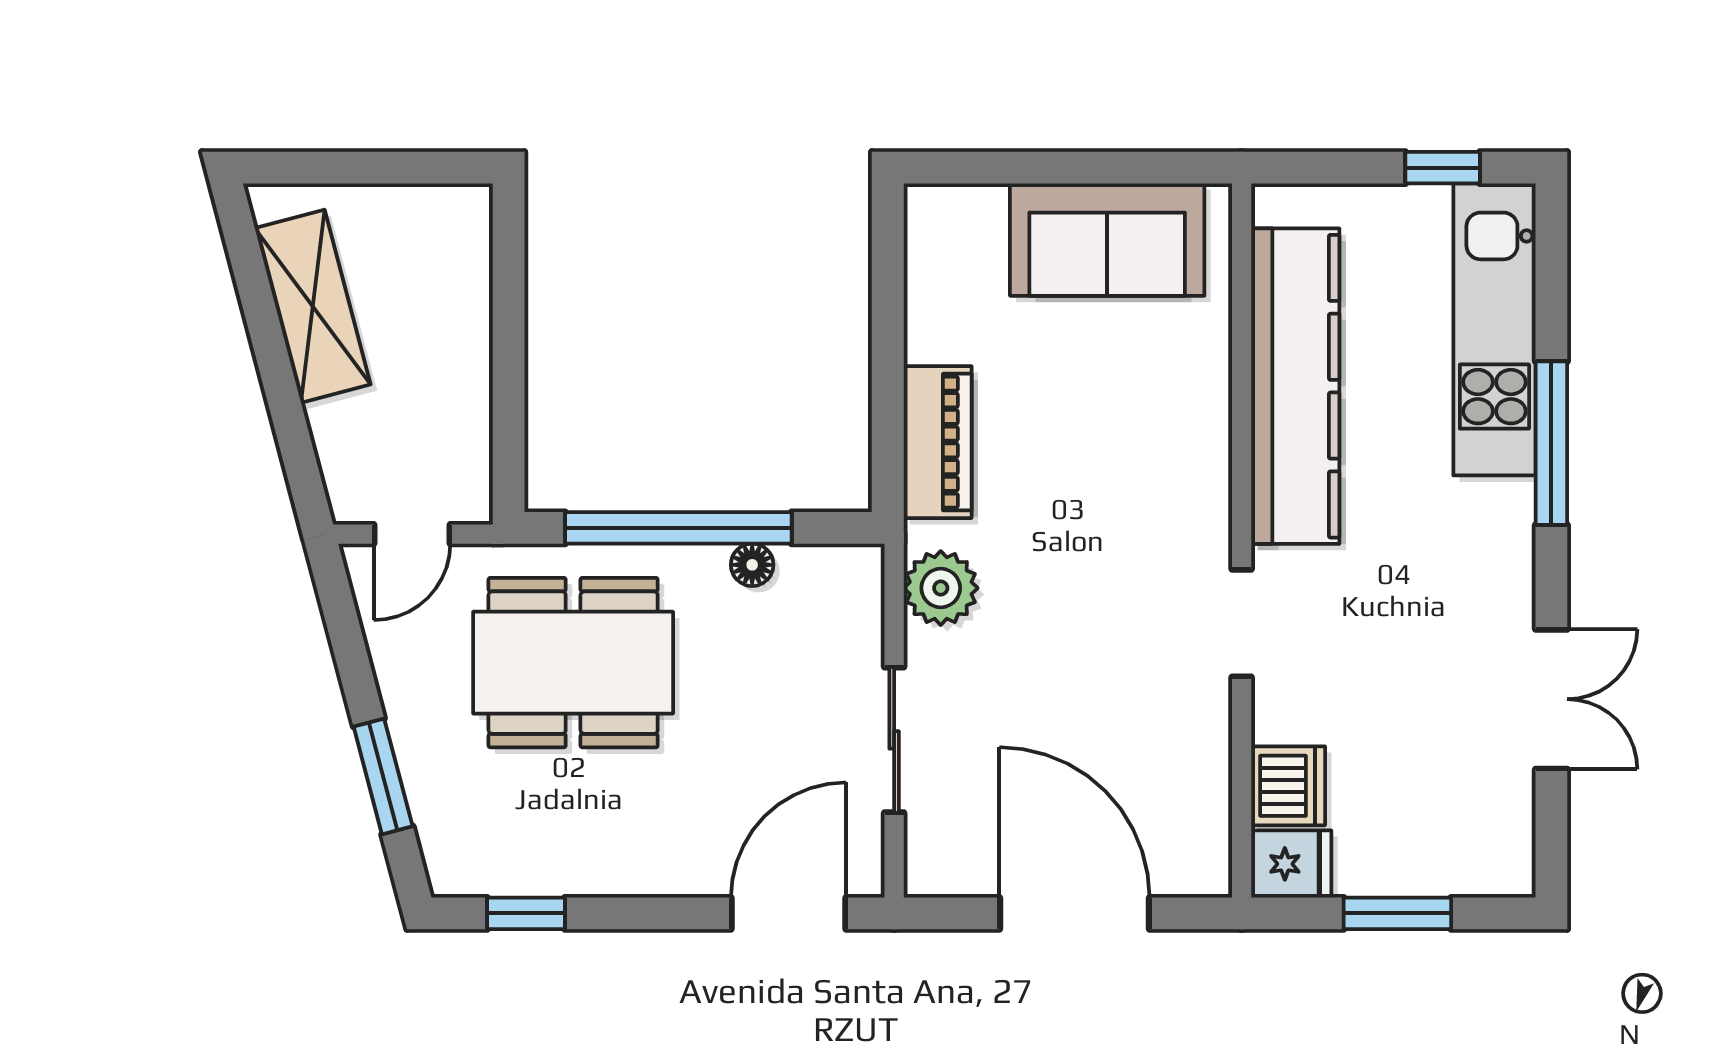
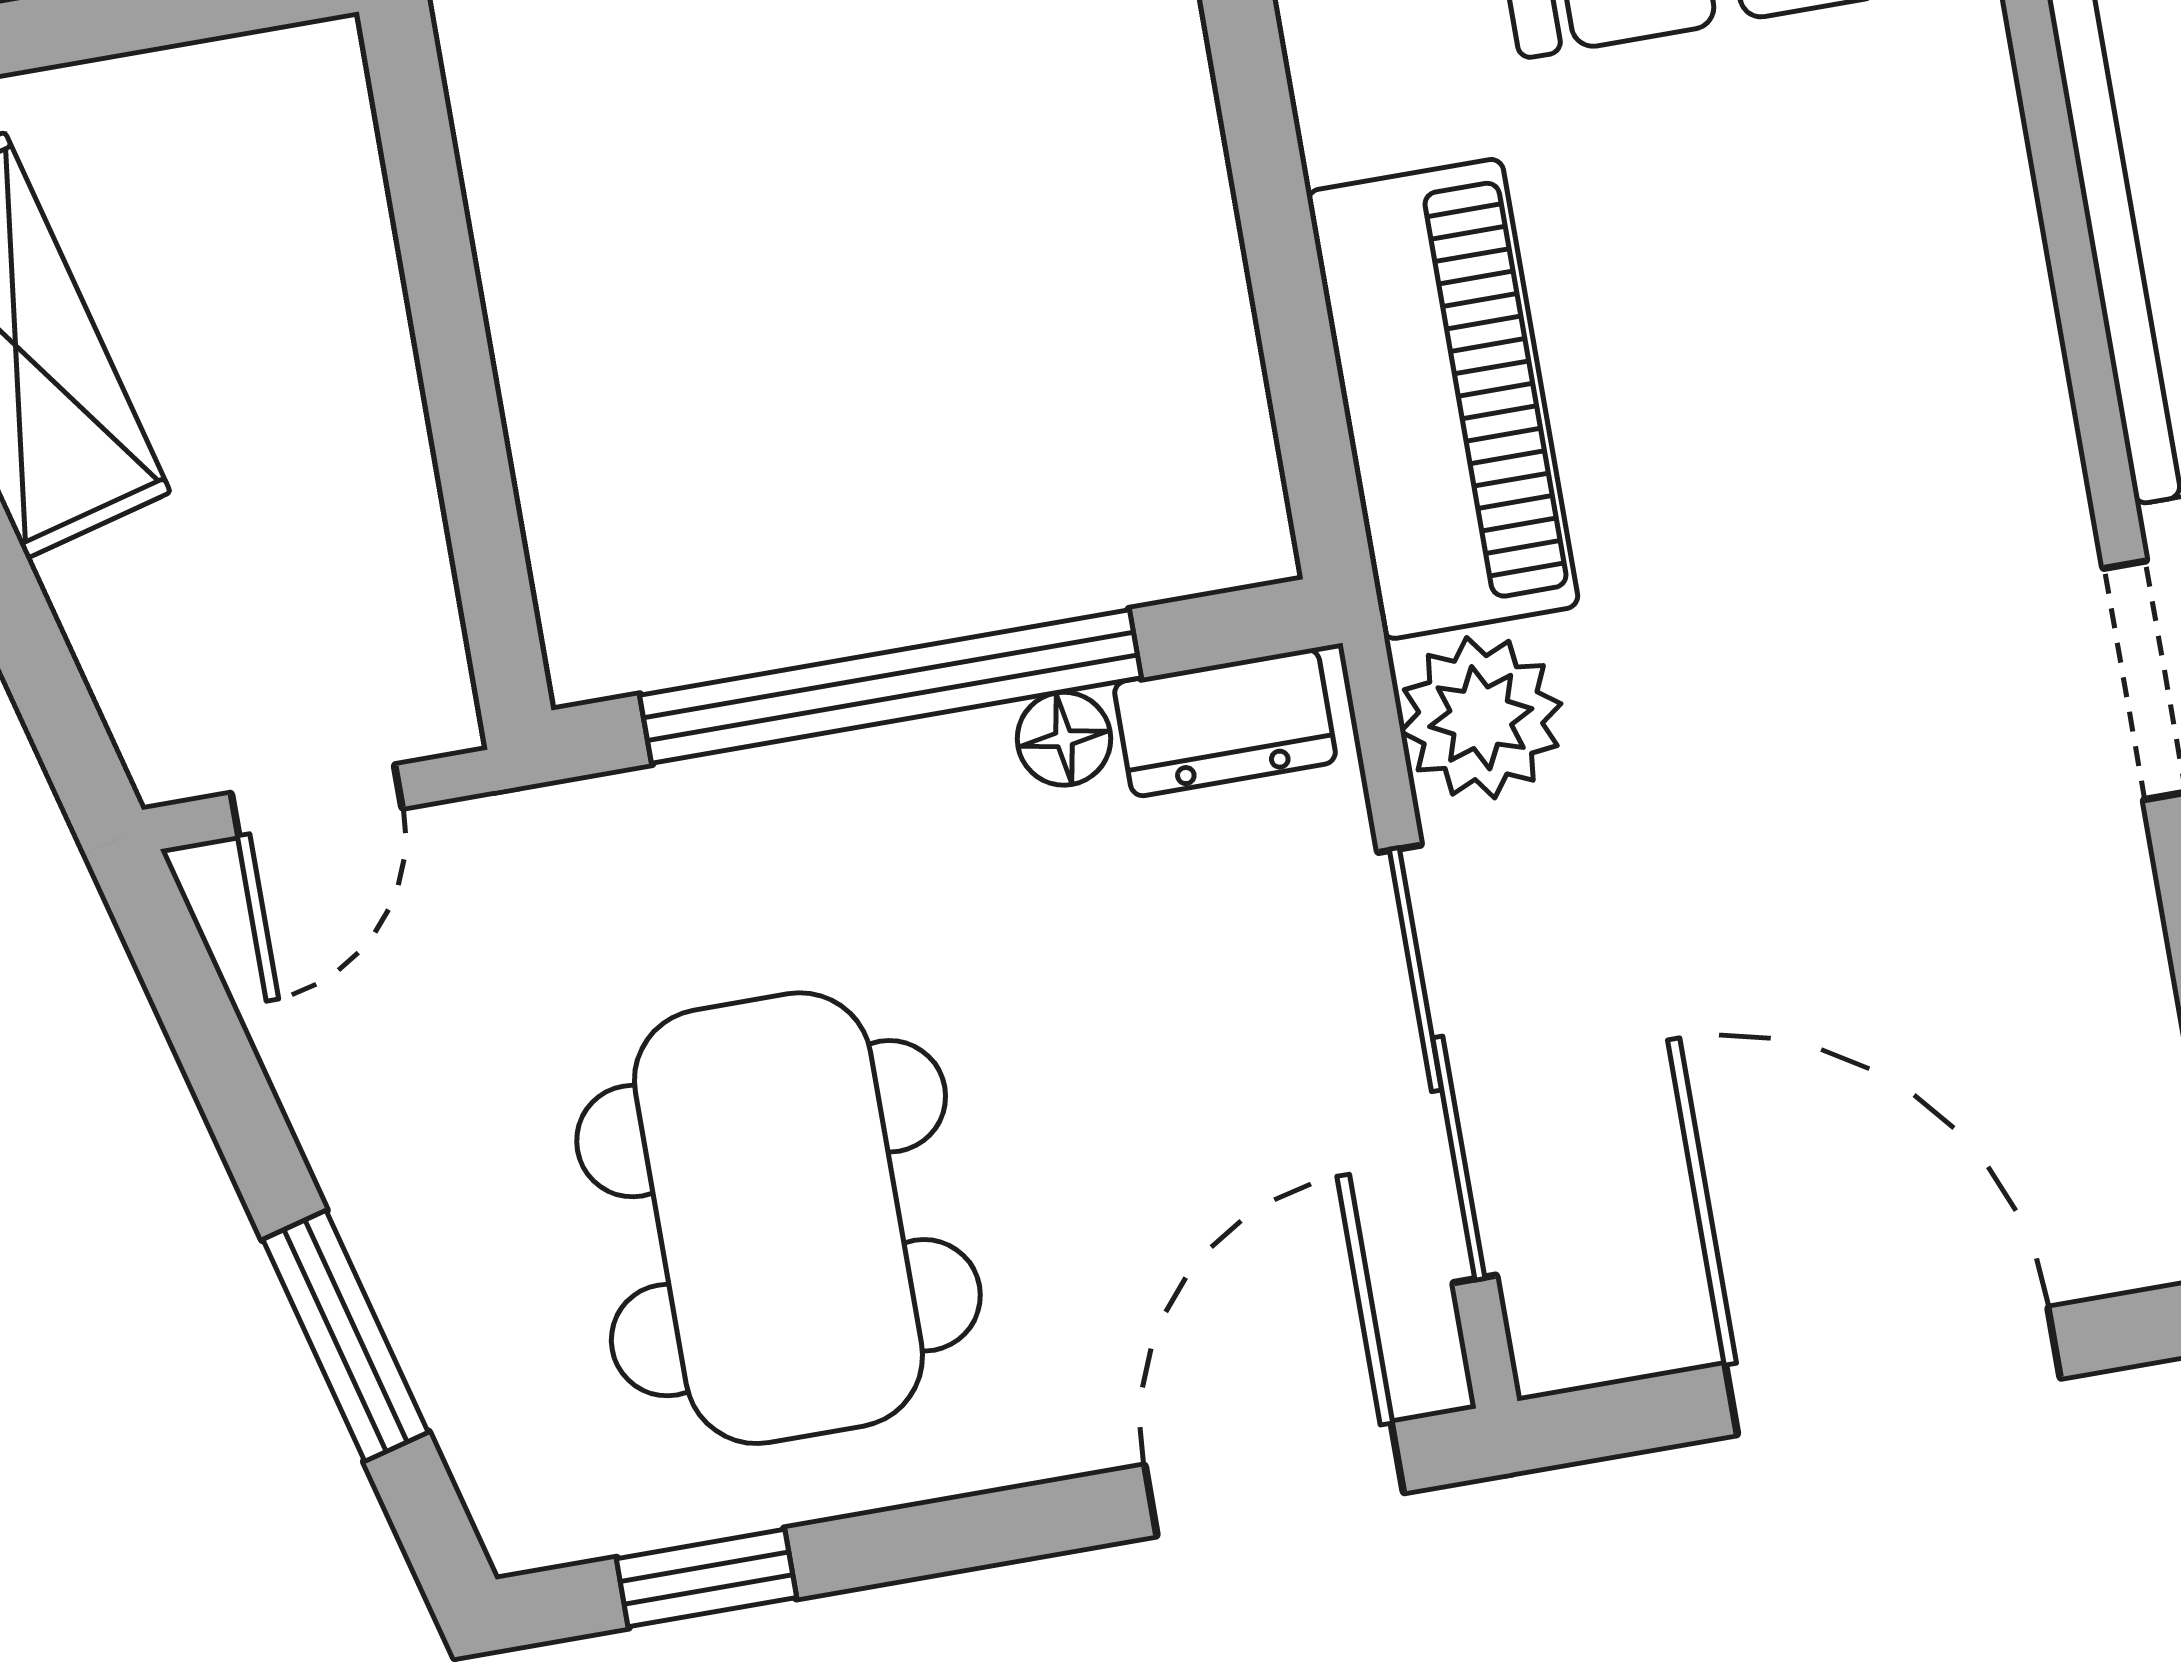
piano: (938, 442) -> (1443, 399), width x1.37, depth x1.33
dresser: (826, 570) -> (1225, 723), added
dining table: (573, 663) -> (778, 1218), moved, turned 90
sliding door: (894, 740) -> (1437, 1064), width x1.37

